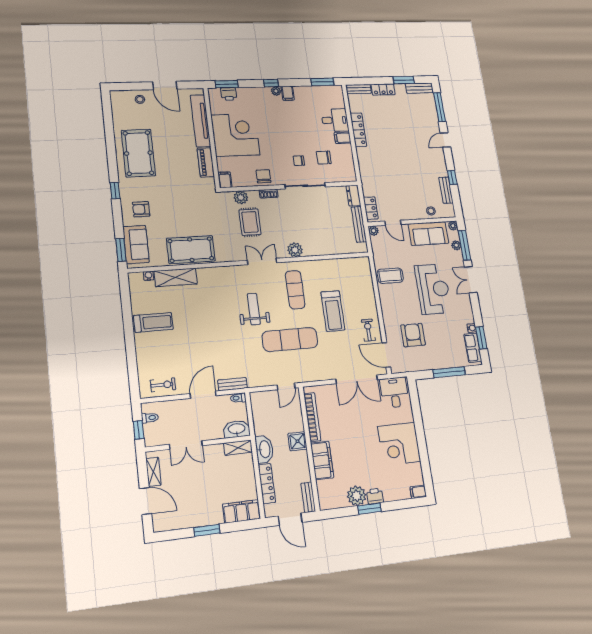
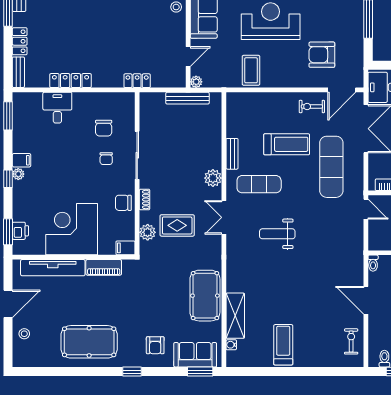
filing cabinet: (343, 138) -> (80, 102), removed
dresser: (353, 196) -> (152, 99), removed
locker: (371, 208) -> (137, 81), moved
exercise mat: (290, 340) -> (331, 167), moved
bench: (232, 384) -> (232, 154), moved

